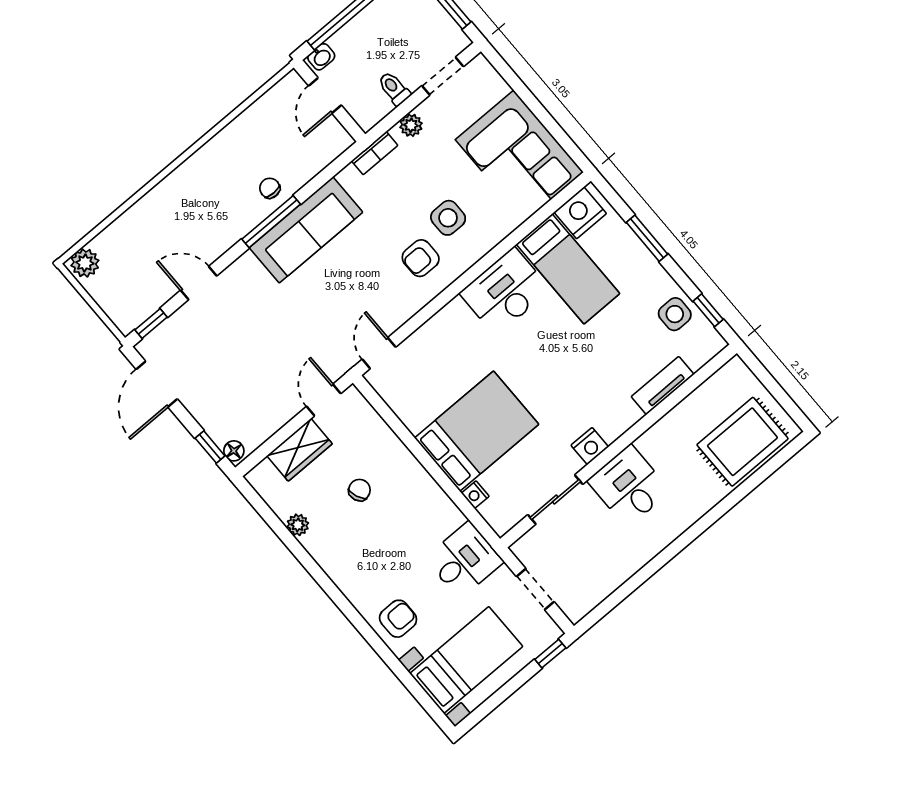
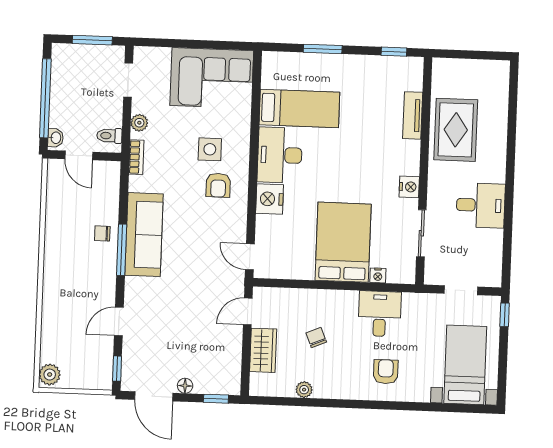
toilet: (394, 88) -> (109, 136), moved
nightstand: (580, 213) -> (270, 199), moved
side table: (675, 314) -> (379, 72), removed
door: (324, 400) -> (248, 311), hinge flipped
rug: (742, 442) -> (456, 130), moved
floor lamp: (234, 451) -> (185, 386), moved
desk: (629, 486) -> (481, 205), moved, turned 180
desk: (464, 560) -> (380, 314), moved
armchair: (398, 619) -> (386, 372), moved

